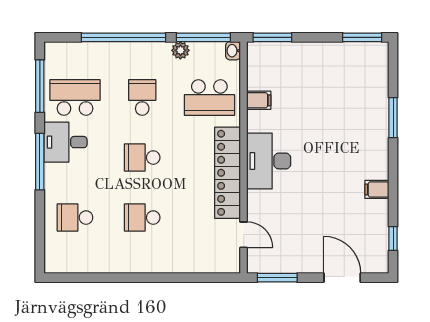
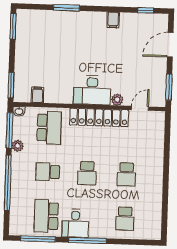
filing cabinet: (259, 100) -> (38, 95), moved
plant: (256, 200) -> (117, 100), added

